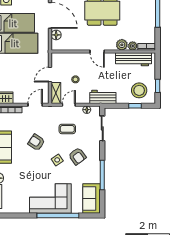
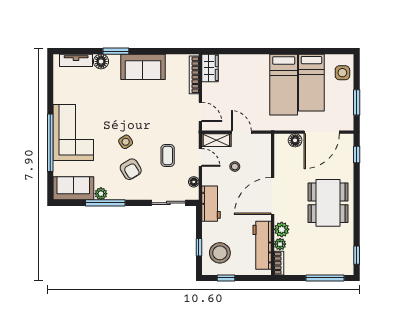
door: (97, 51) -> (273, 196), width x1.87
armchair: (36, 142) -> (149, 114), removed
armchair: (77, 156) -> (131, 169), turned -85
plant: (95, 178) -> (101, 194), added

